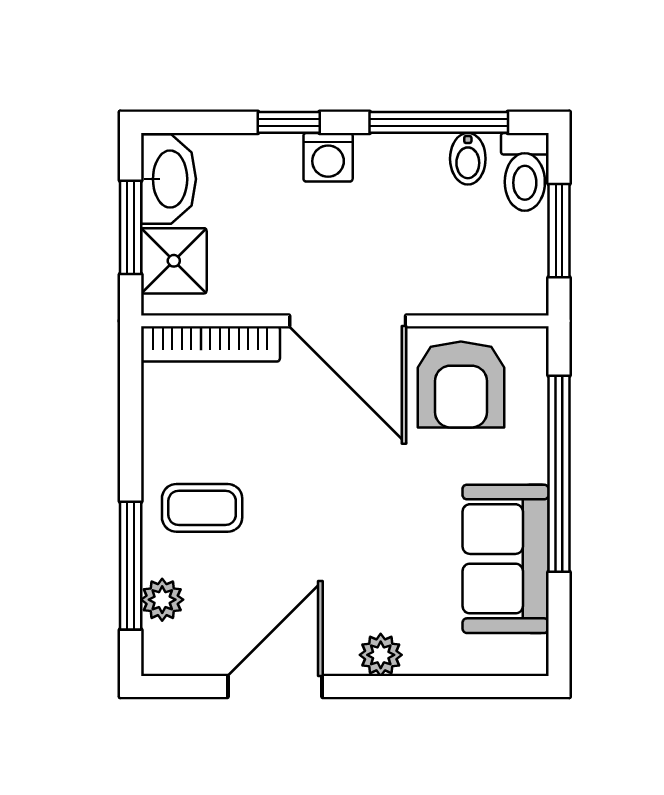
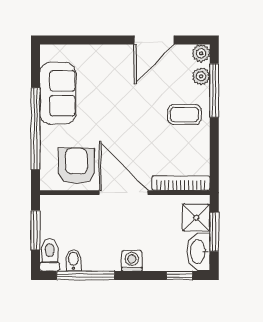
window: (289, 122) -> (180, 275), moved
plant: (381, 655) -> (201, 53), moved

